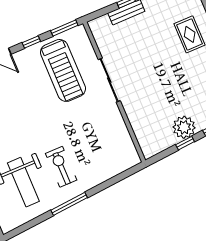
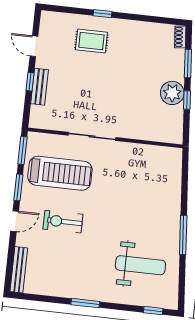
window: (31, 42) -> (18, 187), width x1.50
exercise bike: (61, 167) -> (63, 222), moved

